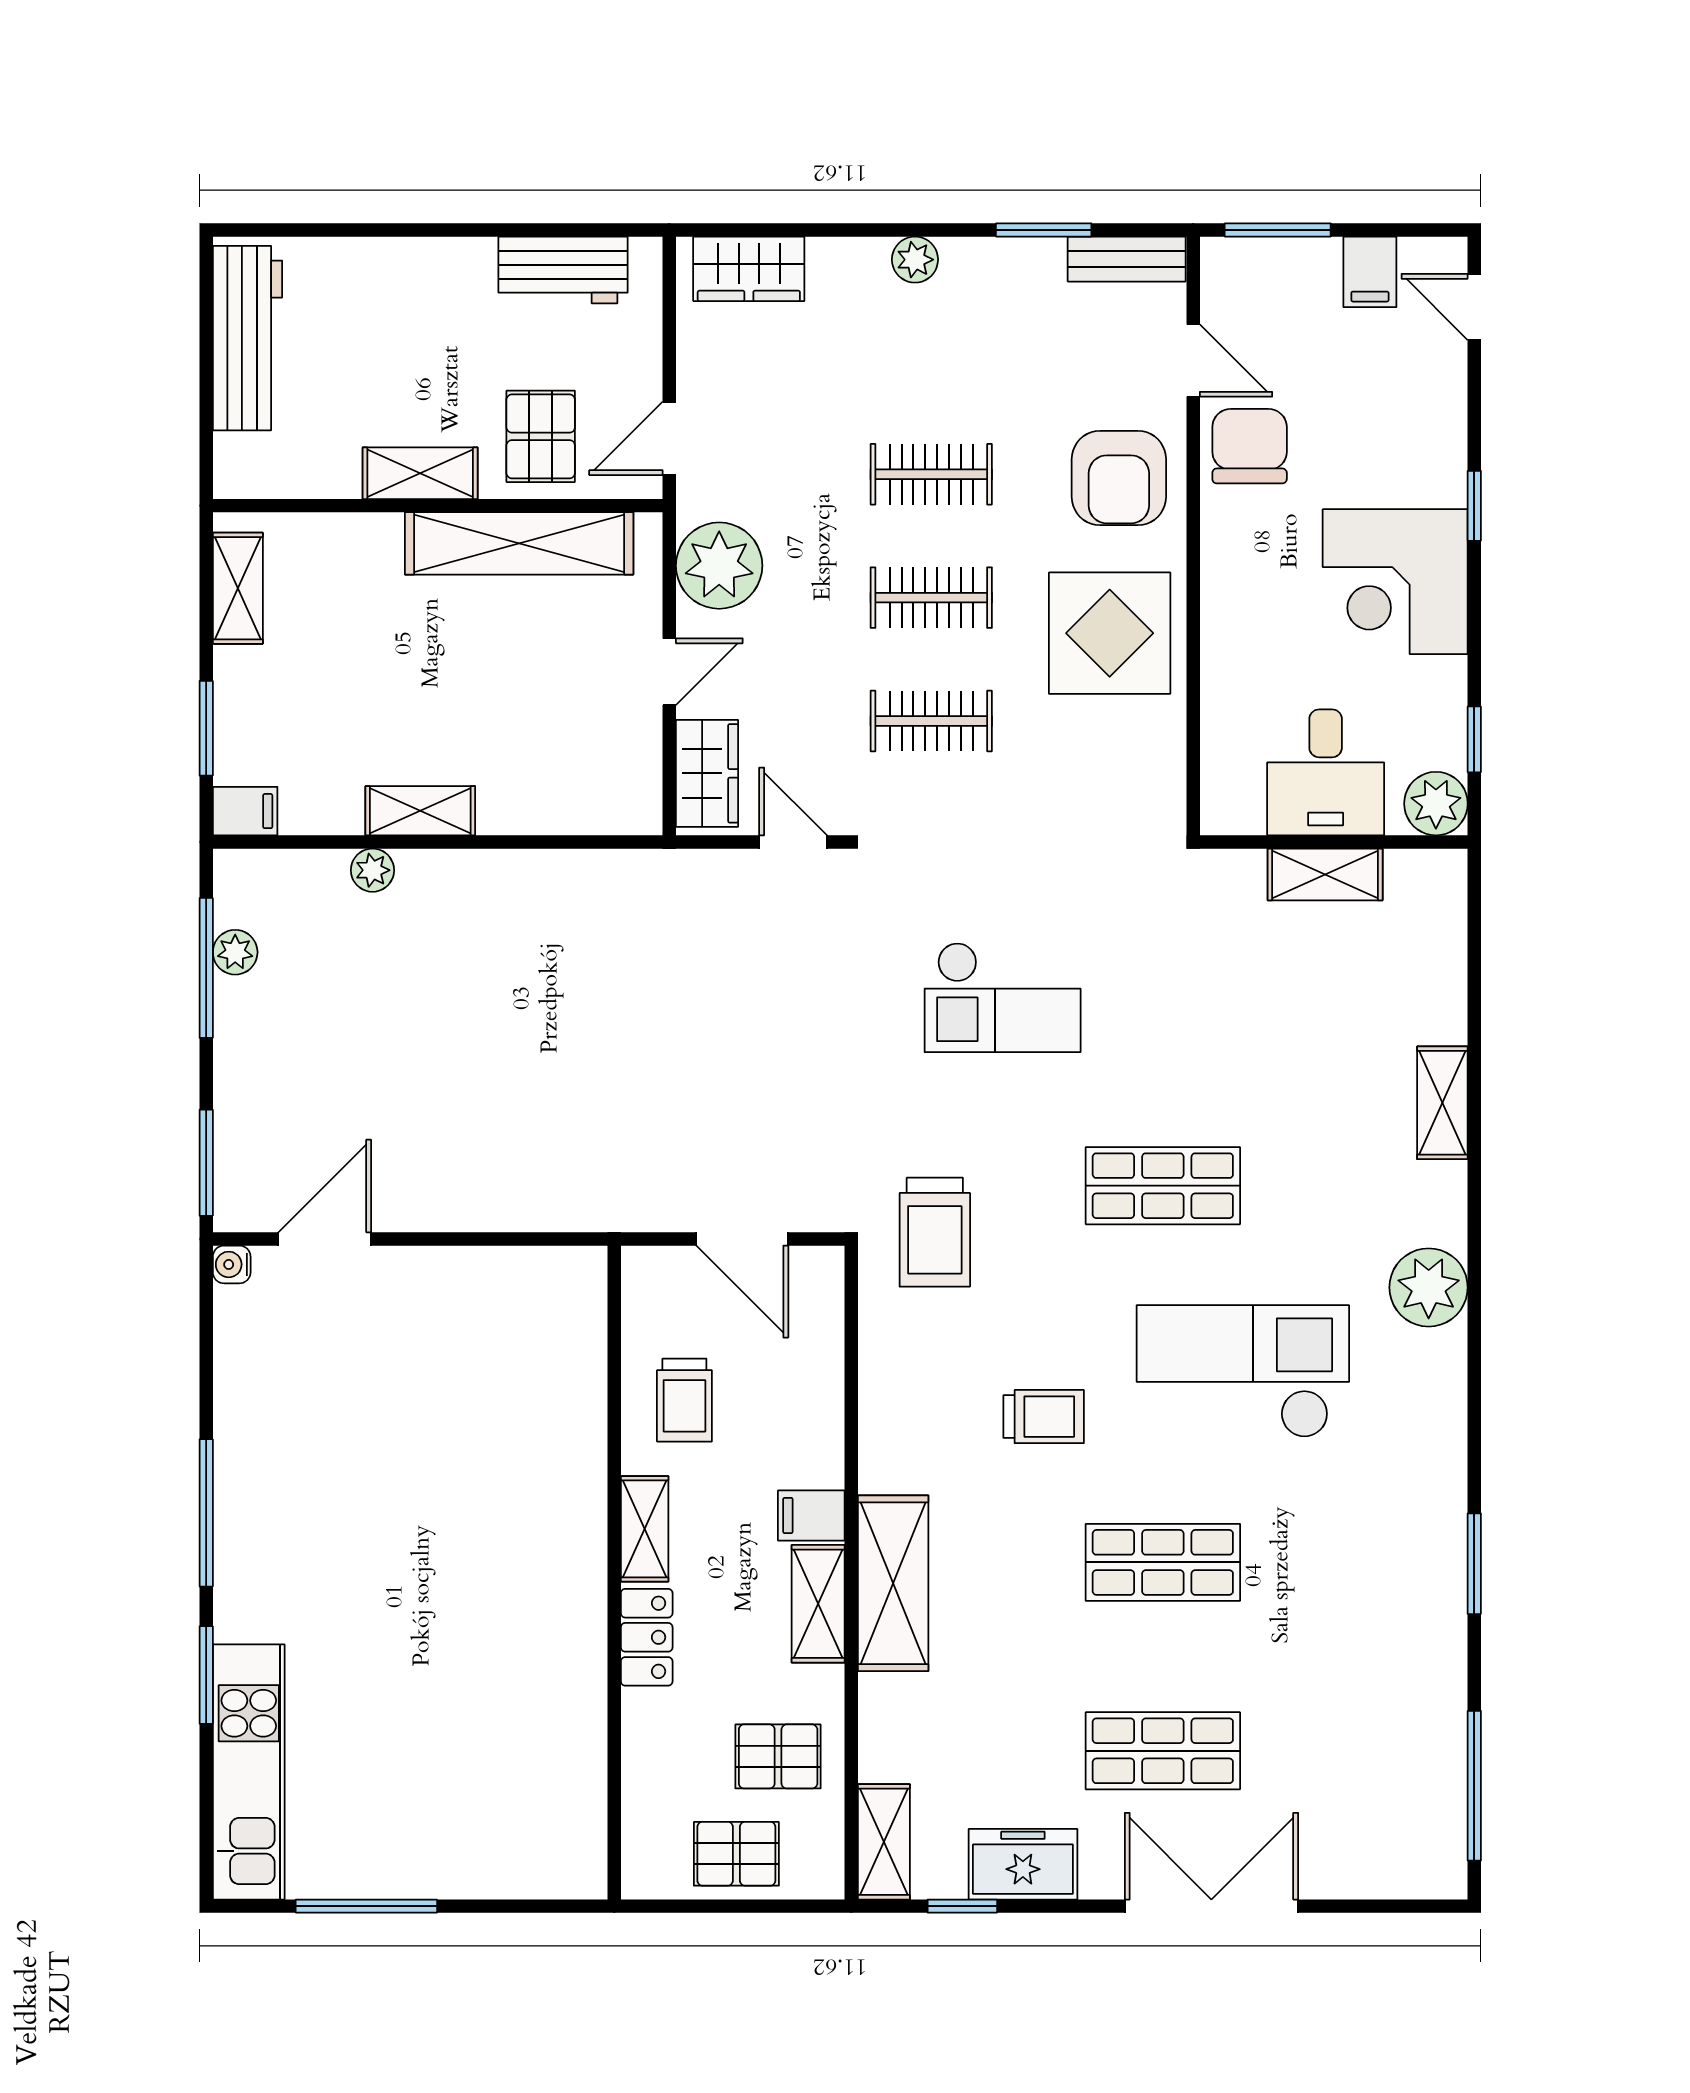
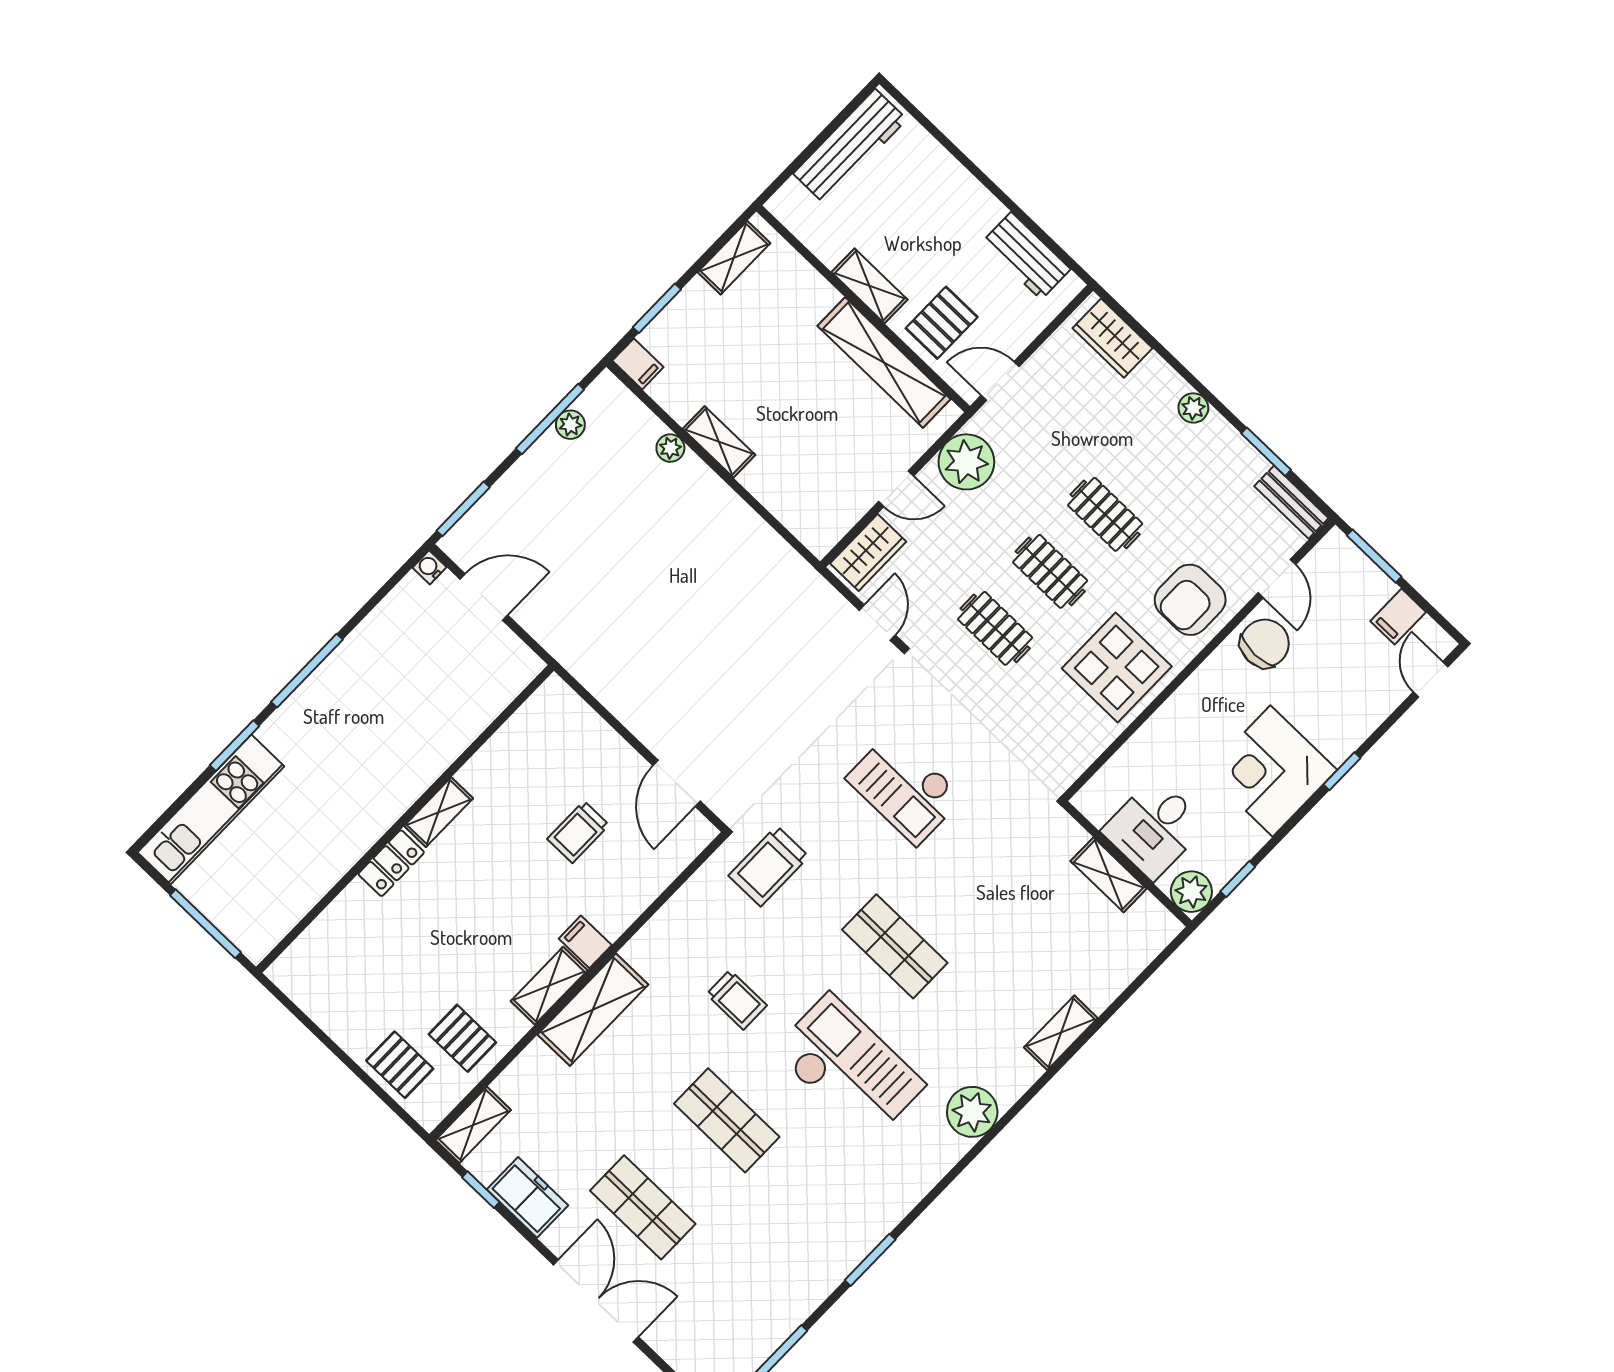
shelving: (645, 1529) -> (439, 812), moved
wall: (614, 1573) -> (405, 819), moved
locker: (647, 1637) -> (391, 863), moved

